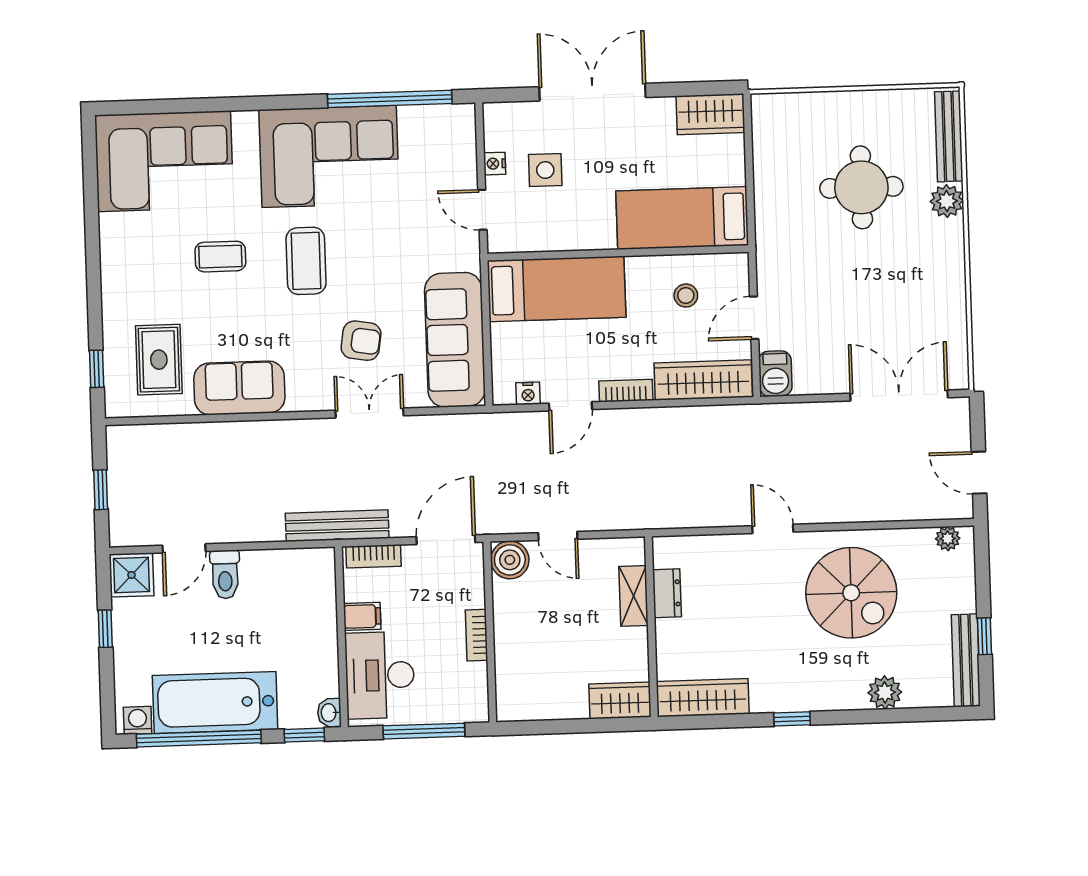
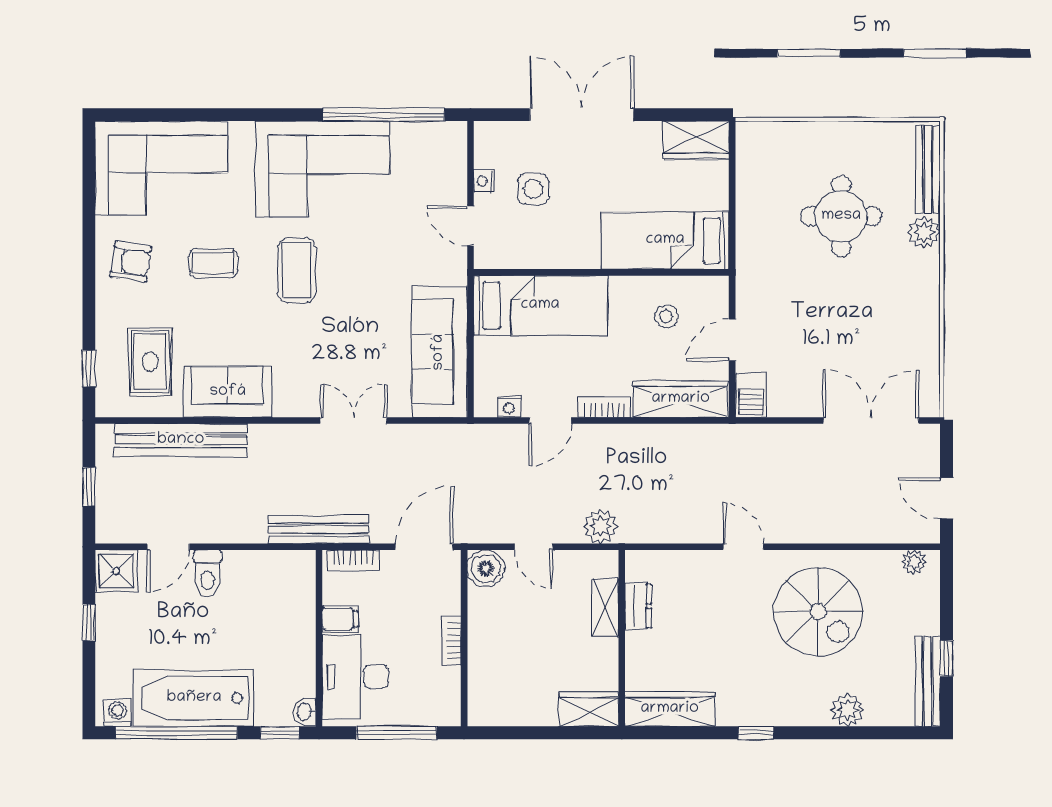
armchair: (361, 341) -> (131, 262), moved
bench: (193, 439) -> (181, 440), added
plant: (626, 513) -> (601, 526), added

